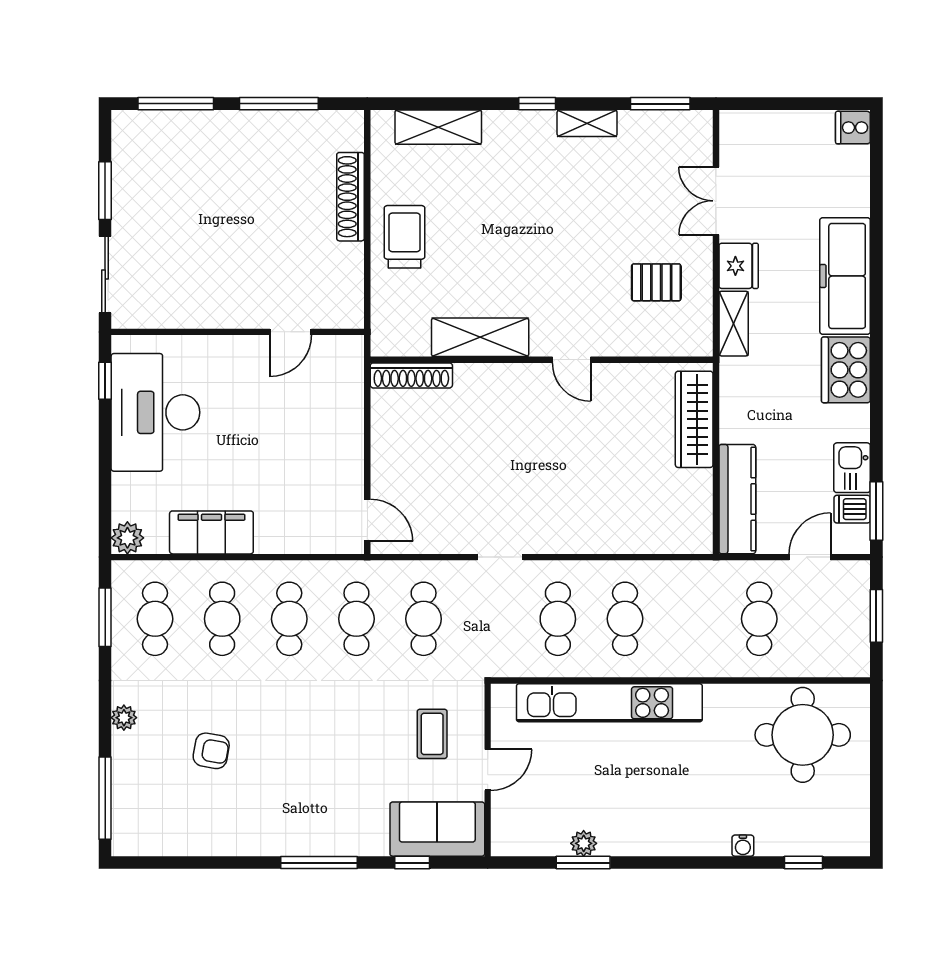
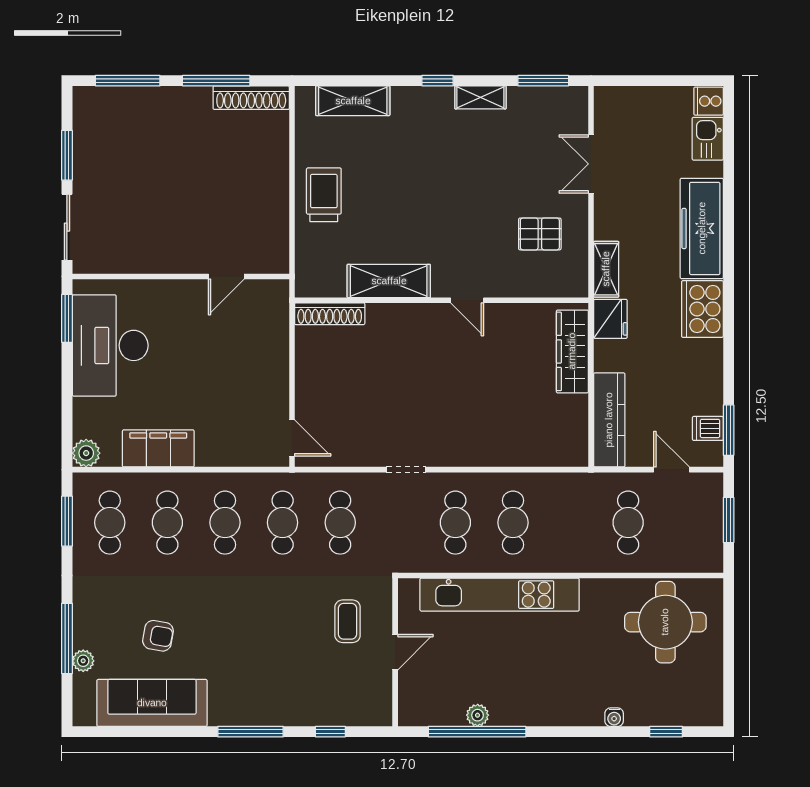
shoe rack: (351, 197) -> (251, 98), moved, turned -90
fridge: (739, 266) -> (610, 319), moved
window: (105, 381) -> (67, 318), width x1.50
kitchen sink: (852, 468) -> (708, 139), moved
door: (810, 557) -> (672, 470), hinge flipped
plant: (124, 718) -> (83, 661), moved
window: (105, 798) -> (67, 638), moved
sofa: (437, 829) -> (152, 703), moved, width x1.36
window: (583, 863) -> (477, 732), width x2.11

